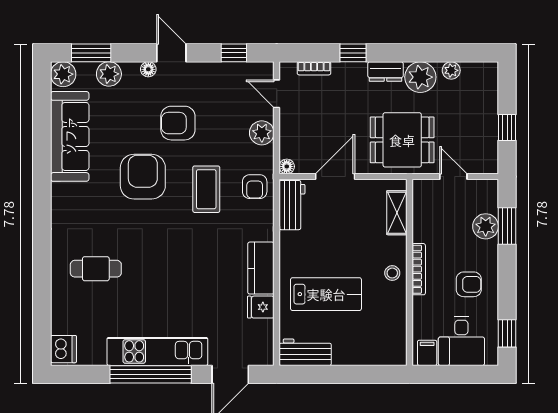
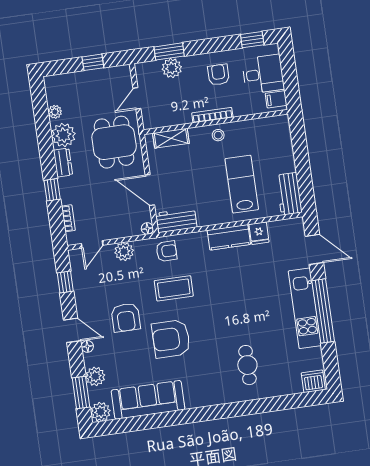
door: (171, 53) -> (72, 330), swing flipped

